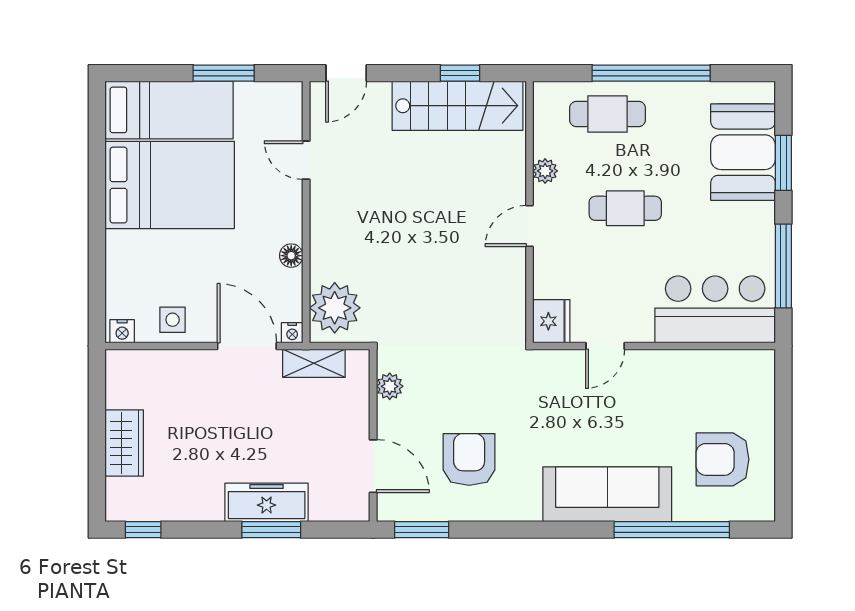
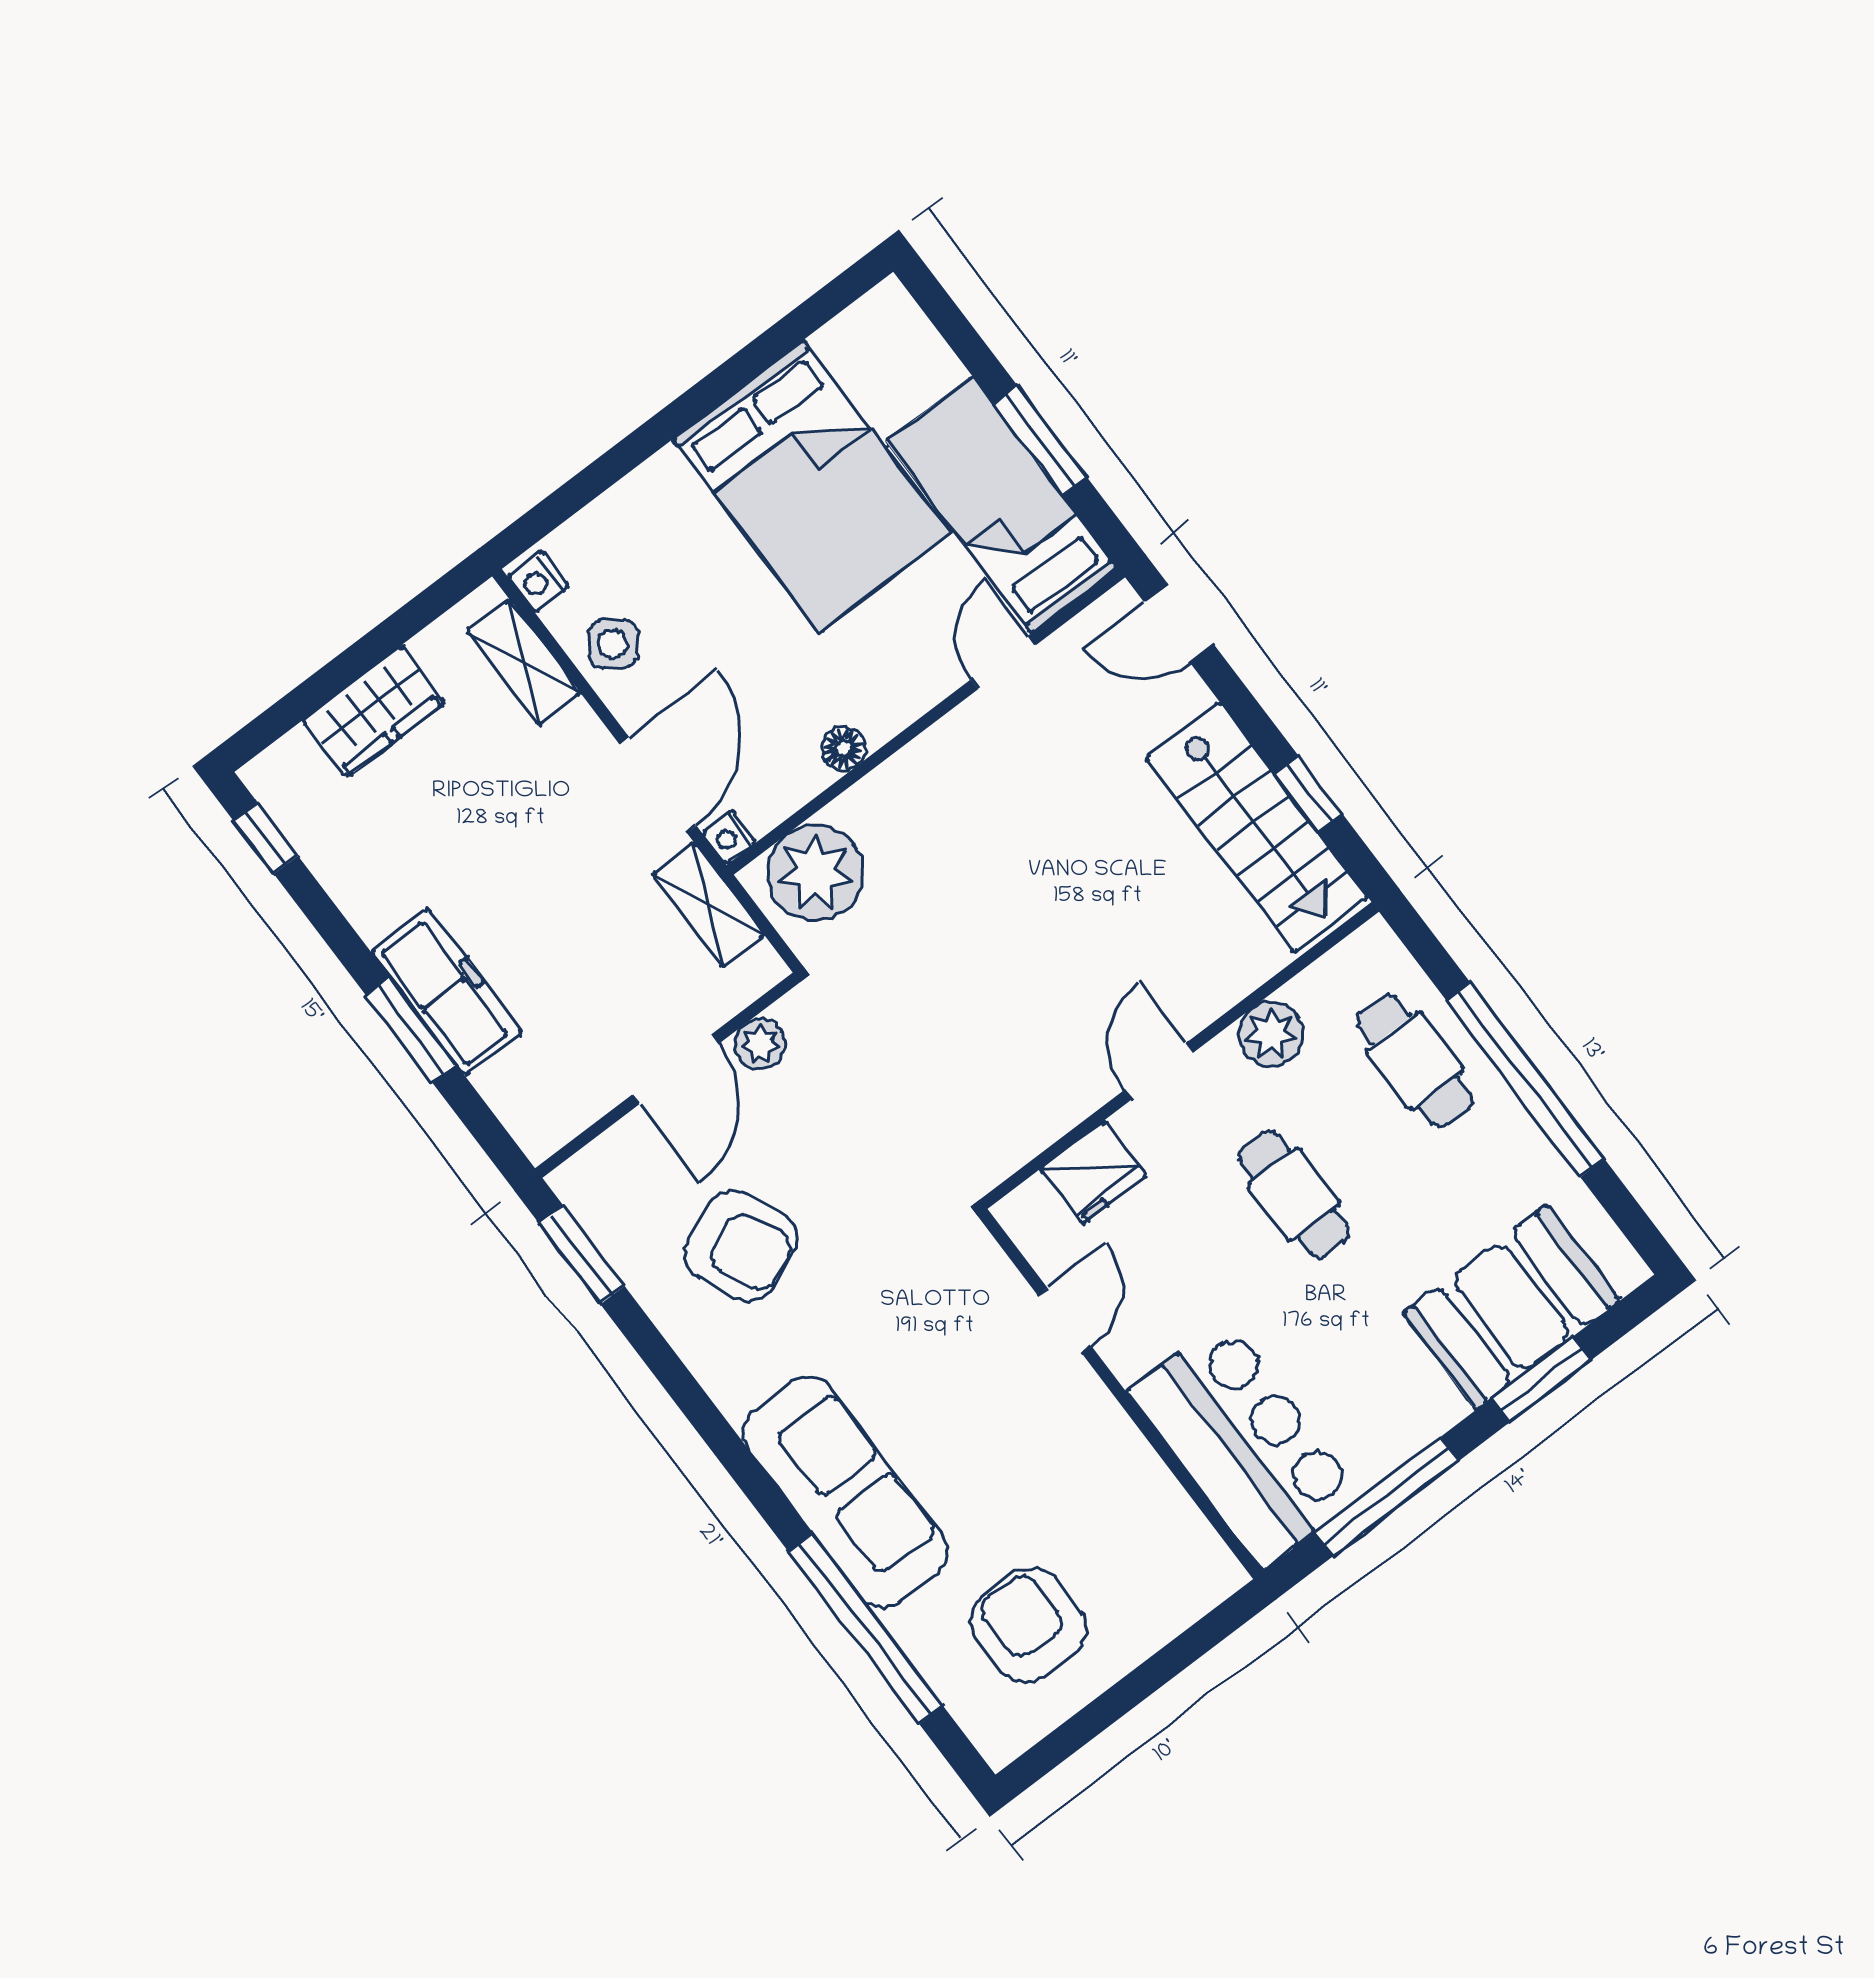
bed: (169, 110) -> (1002, 505), moved, turned 180
plant: (545, 171) -> (1271, 1034), width x1.38, depth x1.38
door: (530, 226) -> (1159, 1071), hinge flipped
side table: (173, 320) -> (613, 644), turned 36
fridge: (551, 321) -> (1093, 1172), moved
door: (605, 346) -> (1065, 1321), swing flipped
shelving: (152, 363) -> (524, 662), added
armchair: (469, 459) -> (741, 1246), turned 66
door: (373, 466) -> (675, 1069), moved

